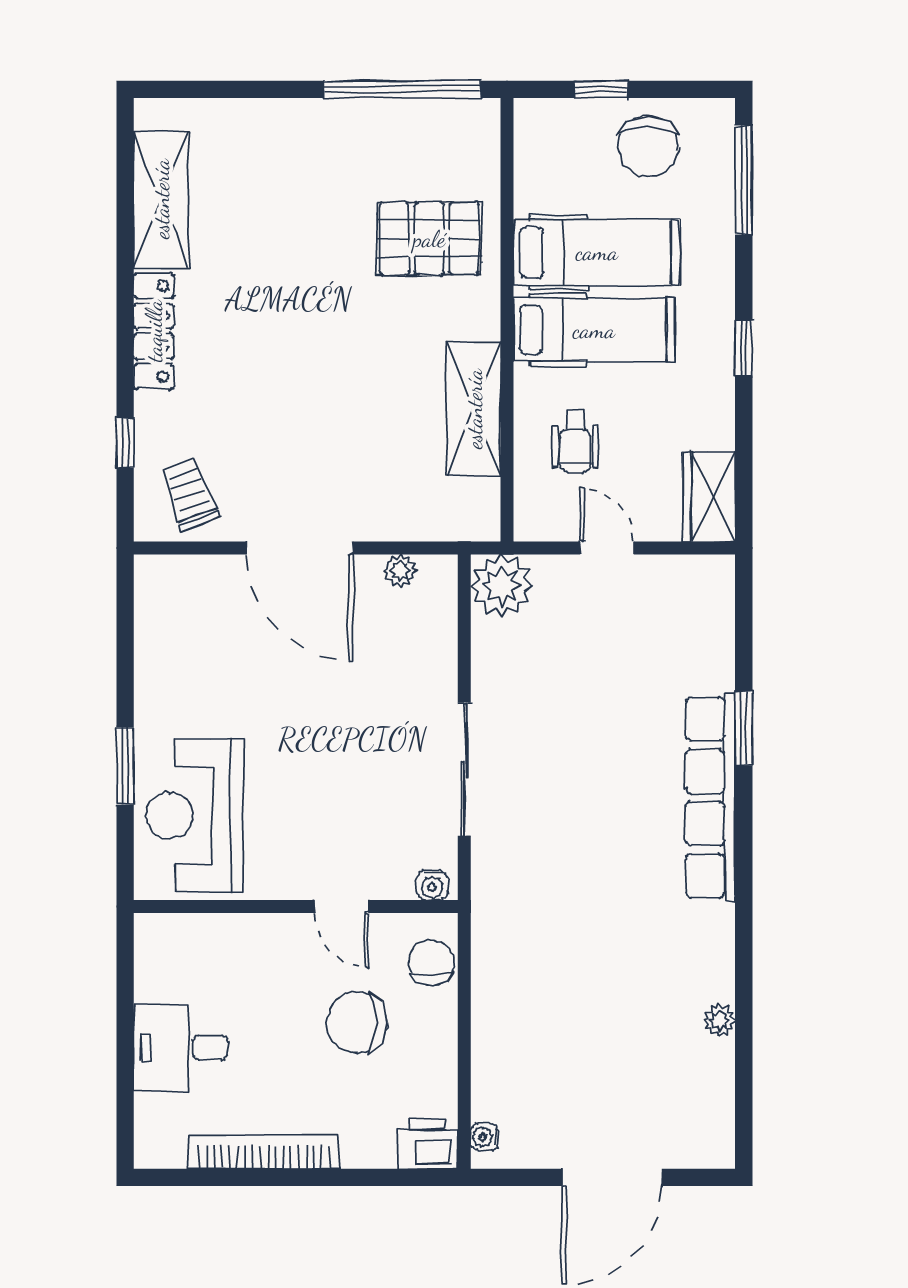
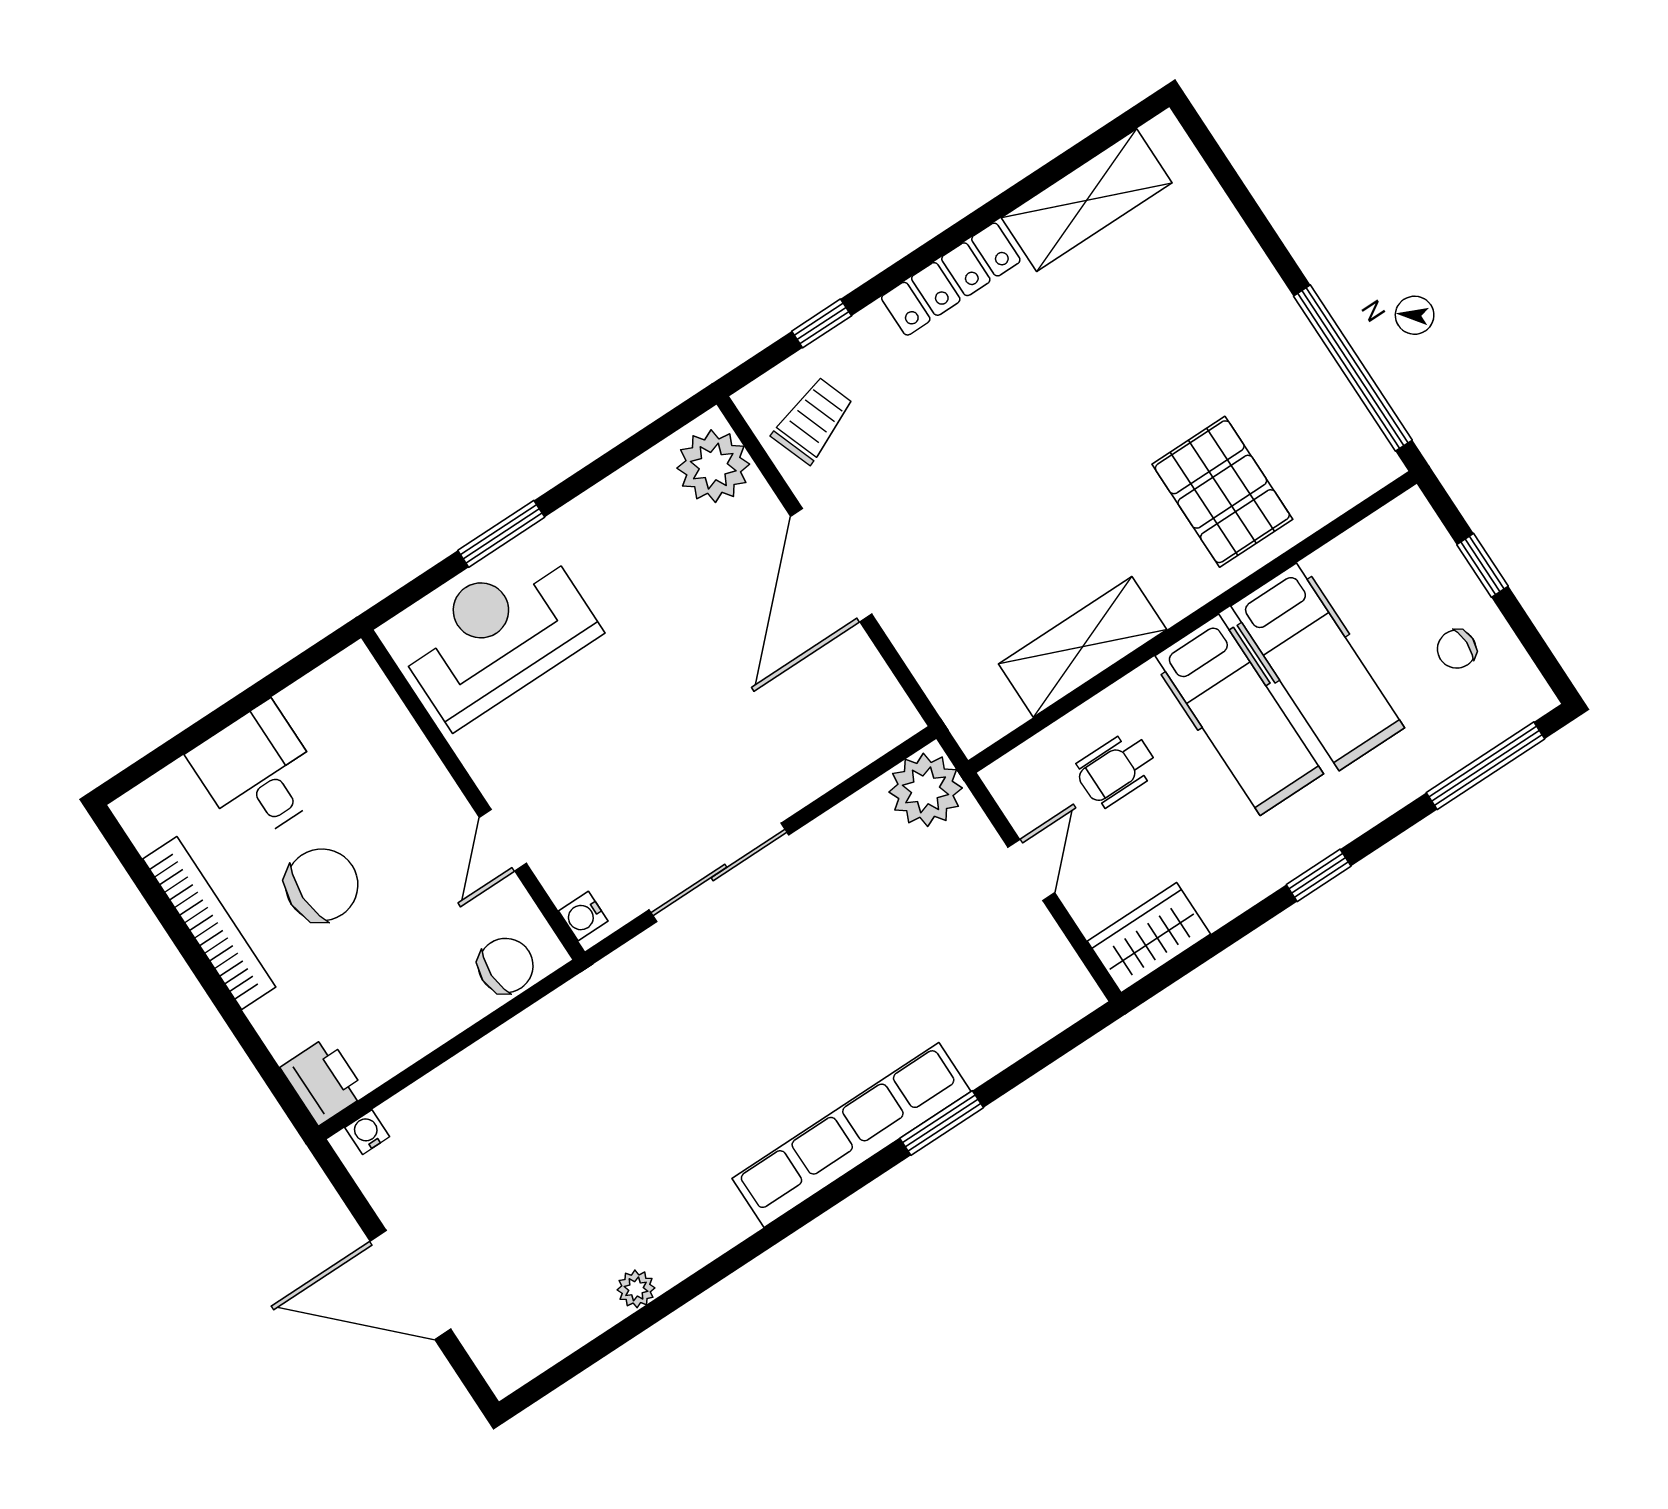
chair: (648, 146) -> (1457, 649), width x0.54, depth x0.54
plant: (400, 571) -> (713, 466), moved, width x1.88, depth x1.88
chair: (357, 1022) -> (322, 885), moved, turned 90

